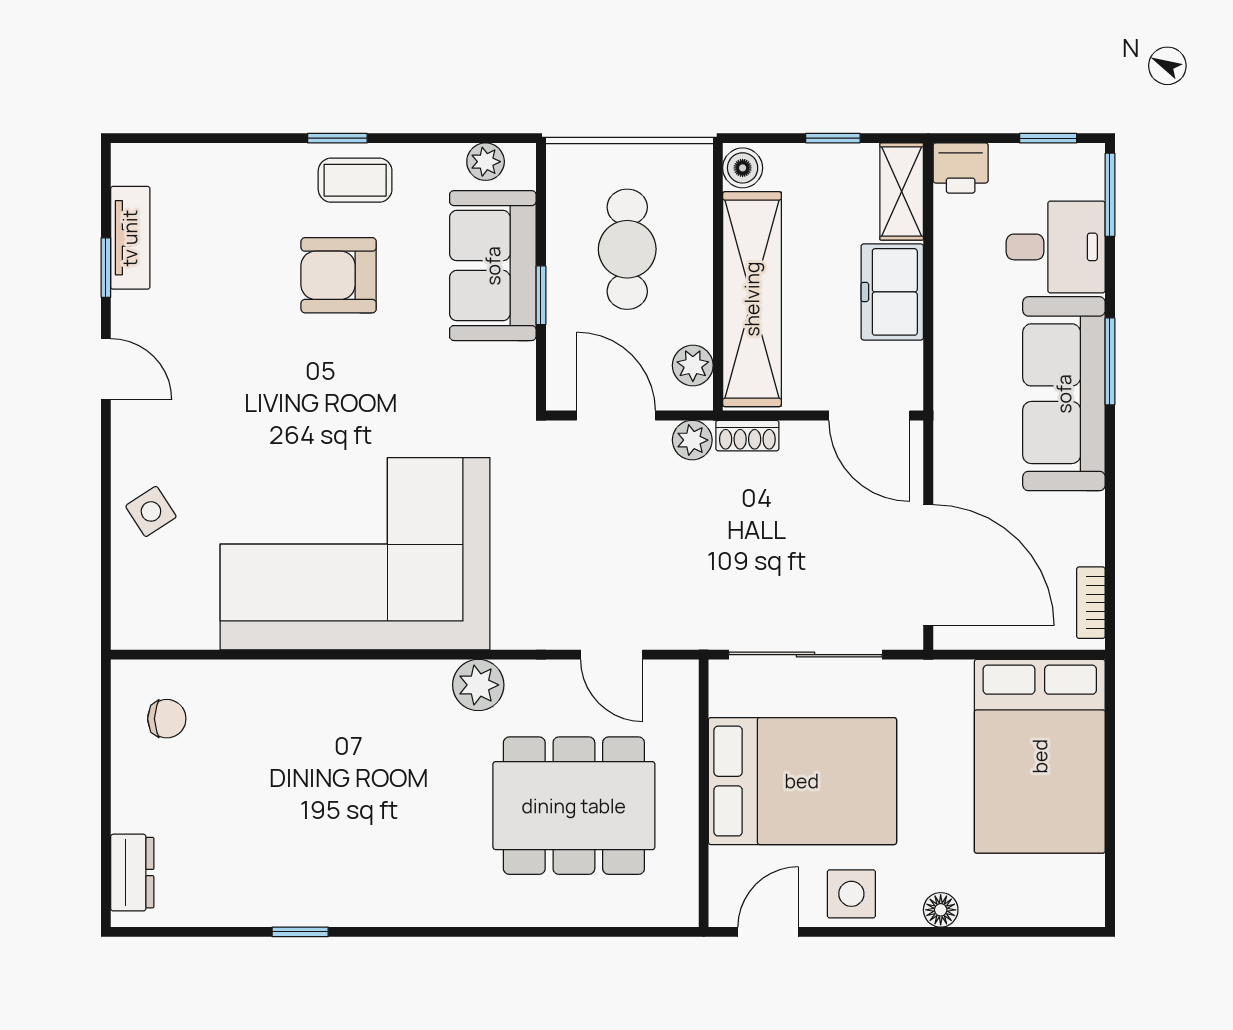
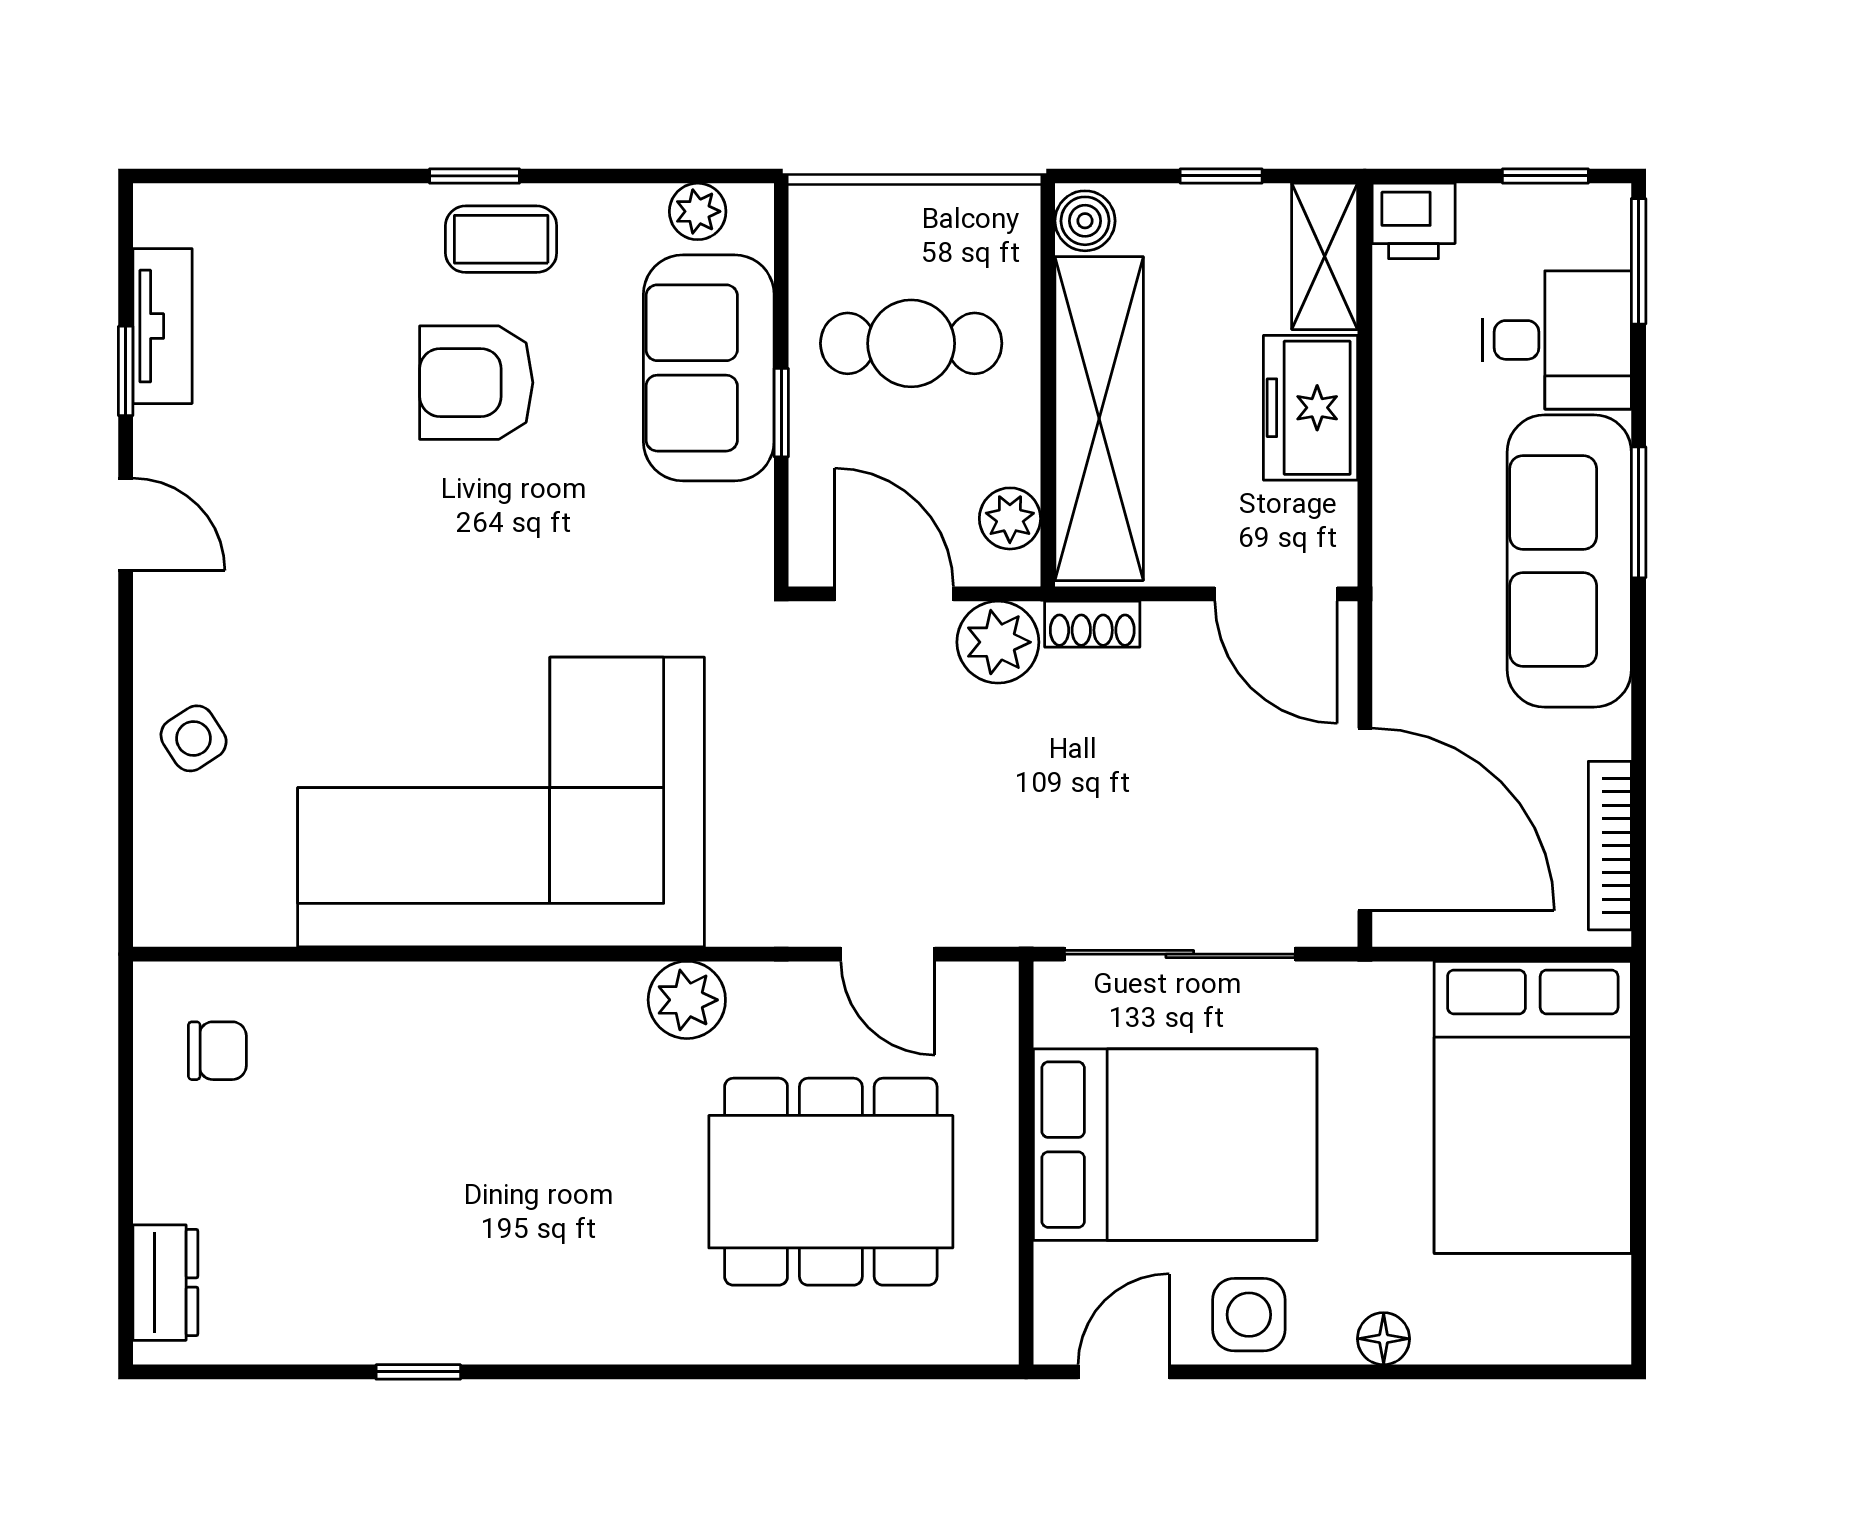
cafe table: (627, 249) -> (911, 343), turned 90
plant: (692, 440) -> (998, 642), width x1.38, depth x1.38
bookcase: (1091, 603) -> (1610, 846), width x1.56

